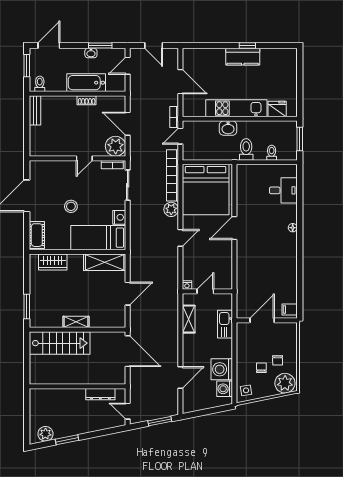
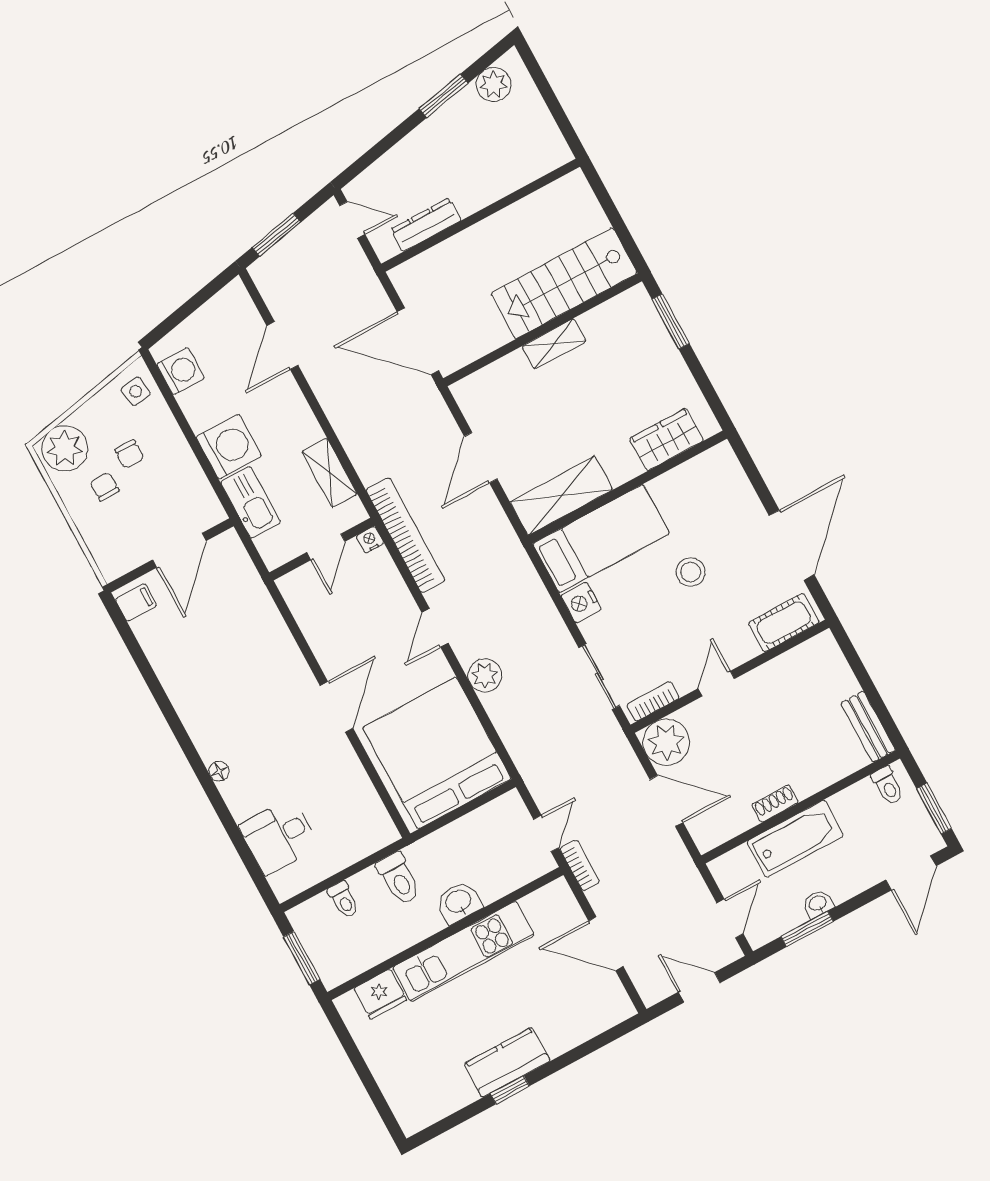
bookcase: (173, 175) -> (405, 535), moved
cot: (37, 235) -> (784, 623), moved, turned 90
washing machine: (222, 369) -> (229, 447), moved

